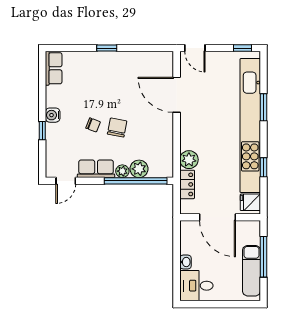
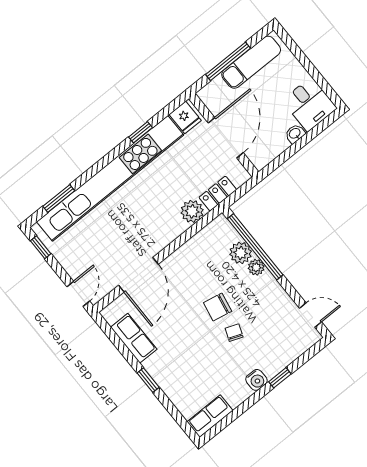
window: (264, 107) -> (59, 198), moved
row of seats: (96, 169) -> (134, 338), moved, turned 180

